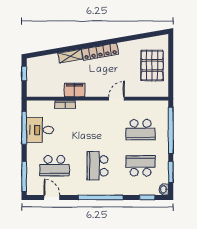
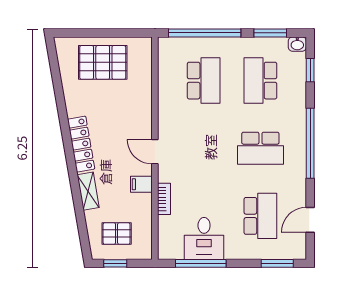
pallet: (43, 74) -> (117, 234), added
filing cabinet: (75, 90) -> (141, 184), width x0.50
door: (117, 99) -> (155, 152), moved
window: (24, 176) -> (277, 263), width x0.69

